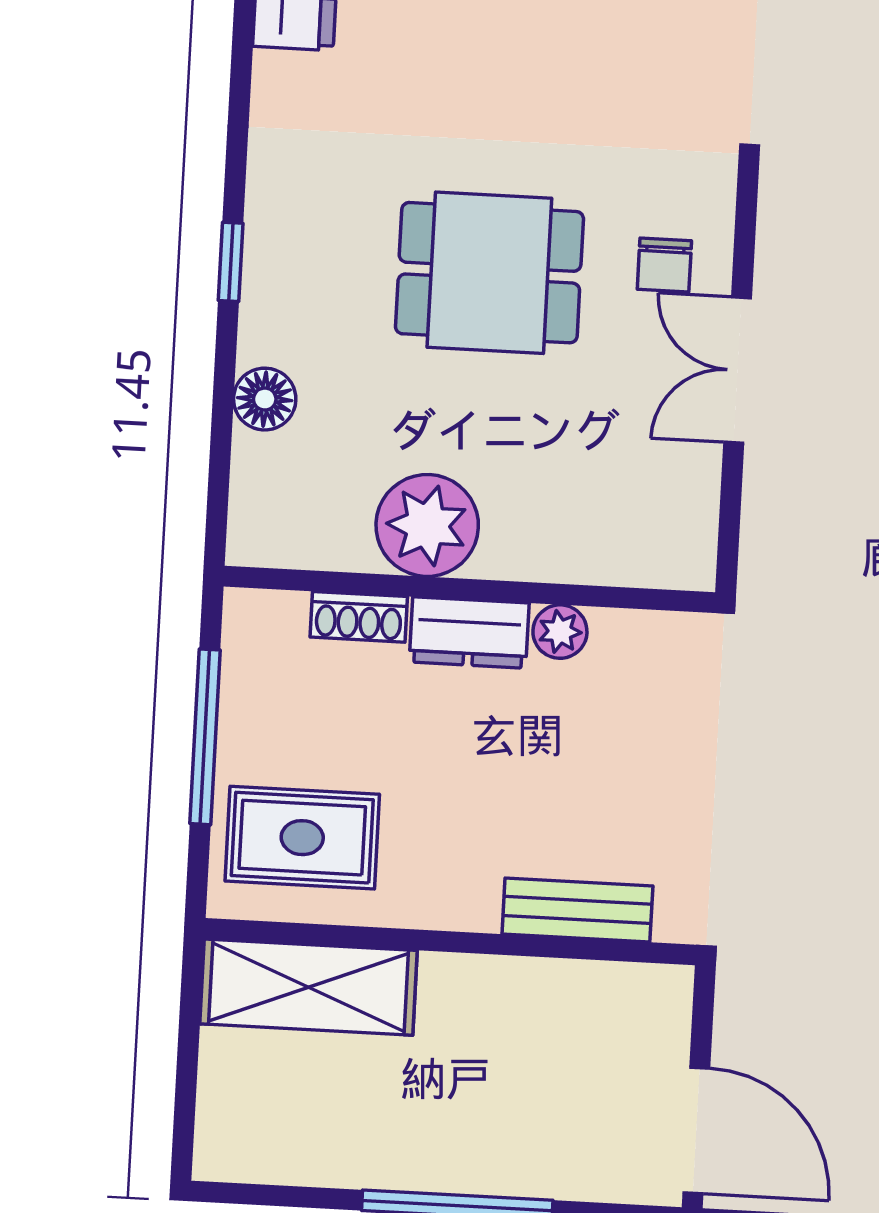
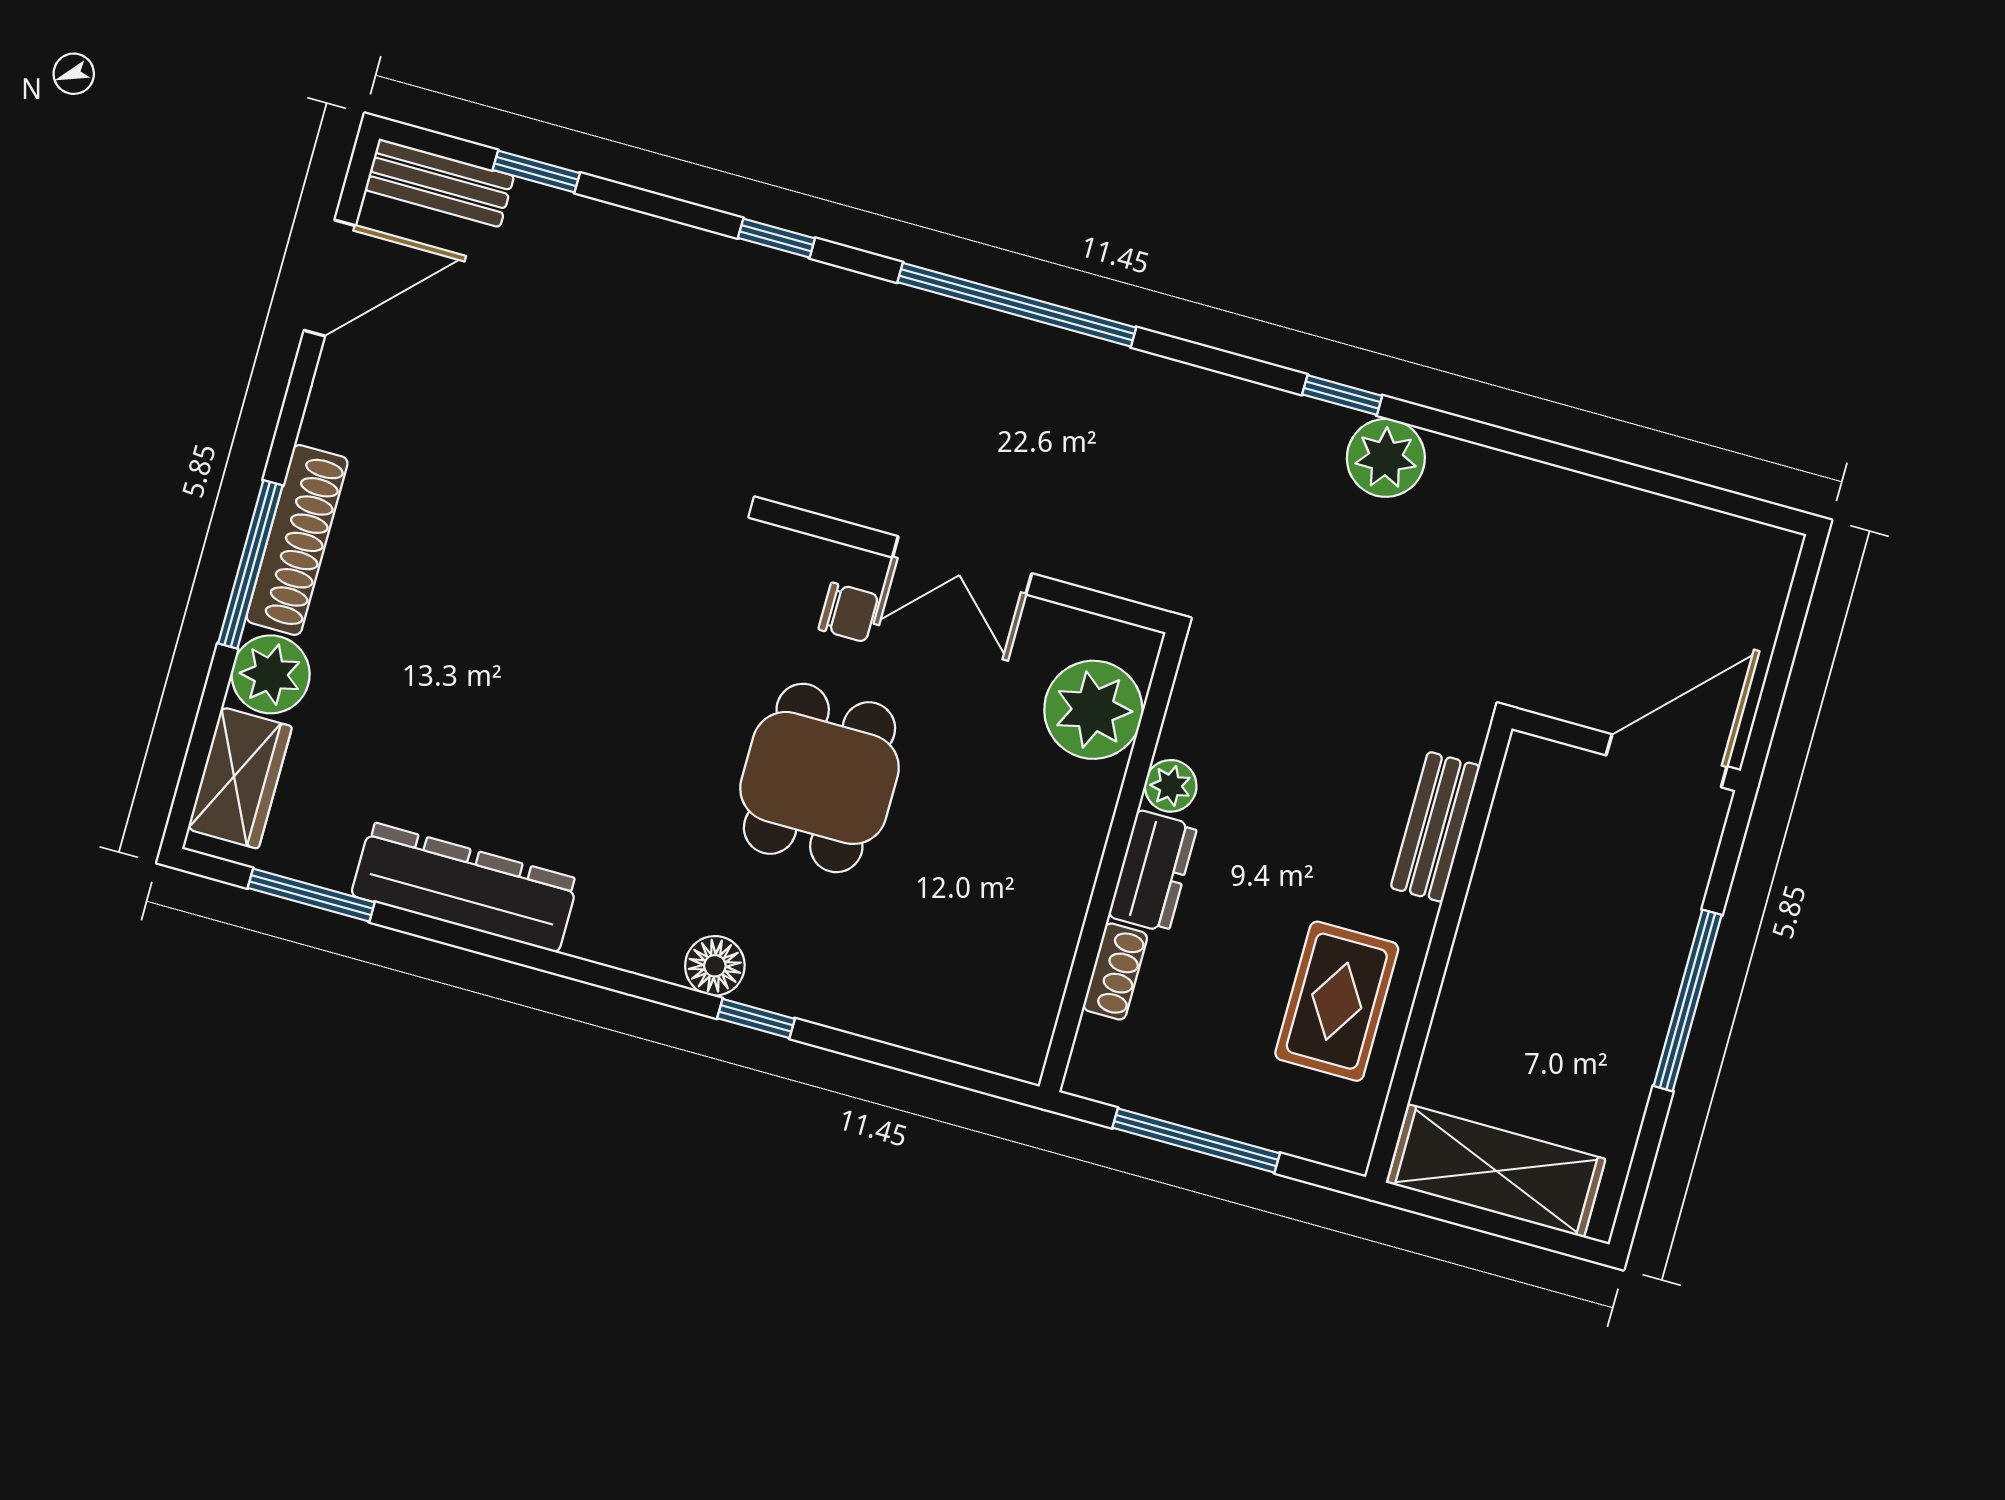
floor lamp: (265, 399) -> (715, 966), moved
plant: (427, 525) -> (1093, 710), moved
rug: (302, 838) -> (1337, 1001), moved
shelving: (308, 987) -> (1496, 1171), moved, turned 90

